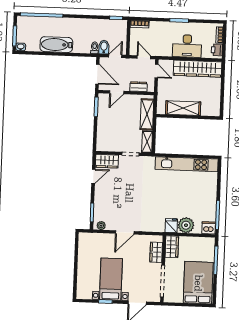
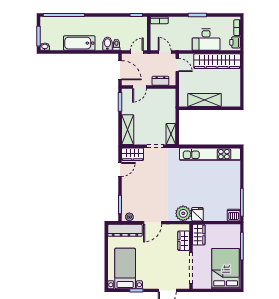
bidet: (104, 47) -> (107, 44), moved
shelving: (147, 114) -> (128, 130), moved
plant: (186, 225) -> (183, 213), moved
dresser: (96, 239) -> (125, 230), added
bed with nightstands: (111, 279) -> (125, 268), moved

